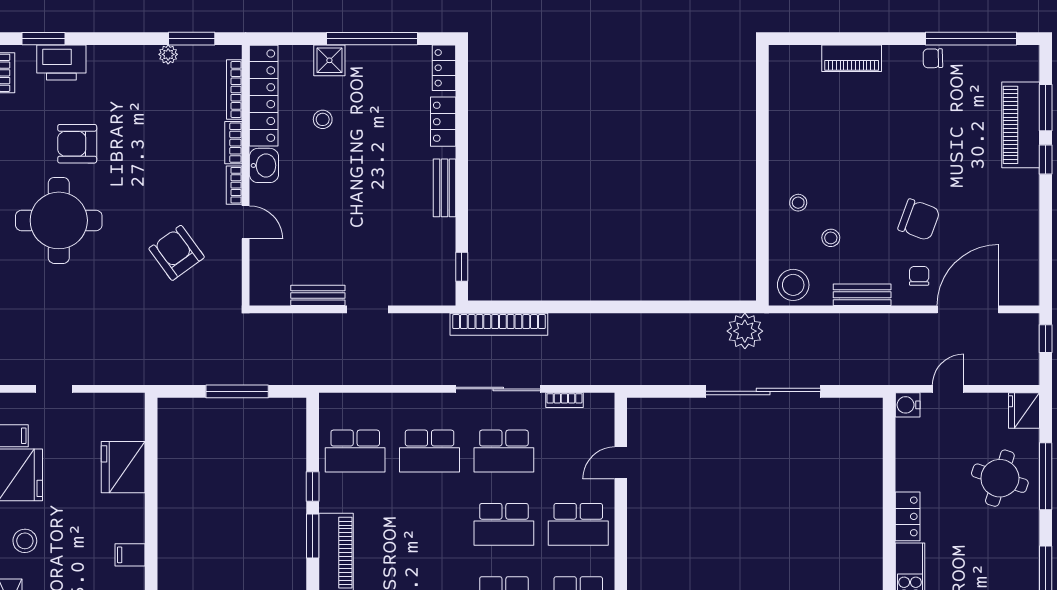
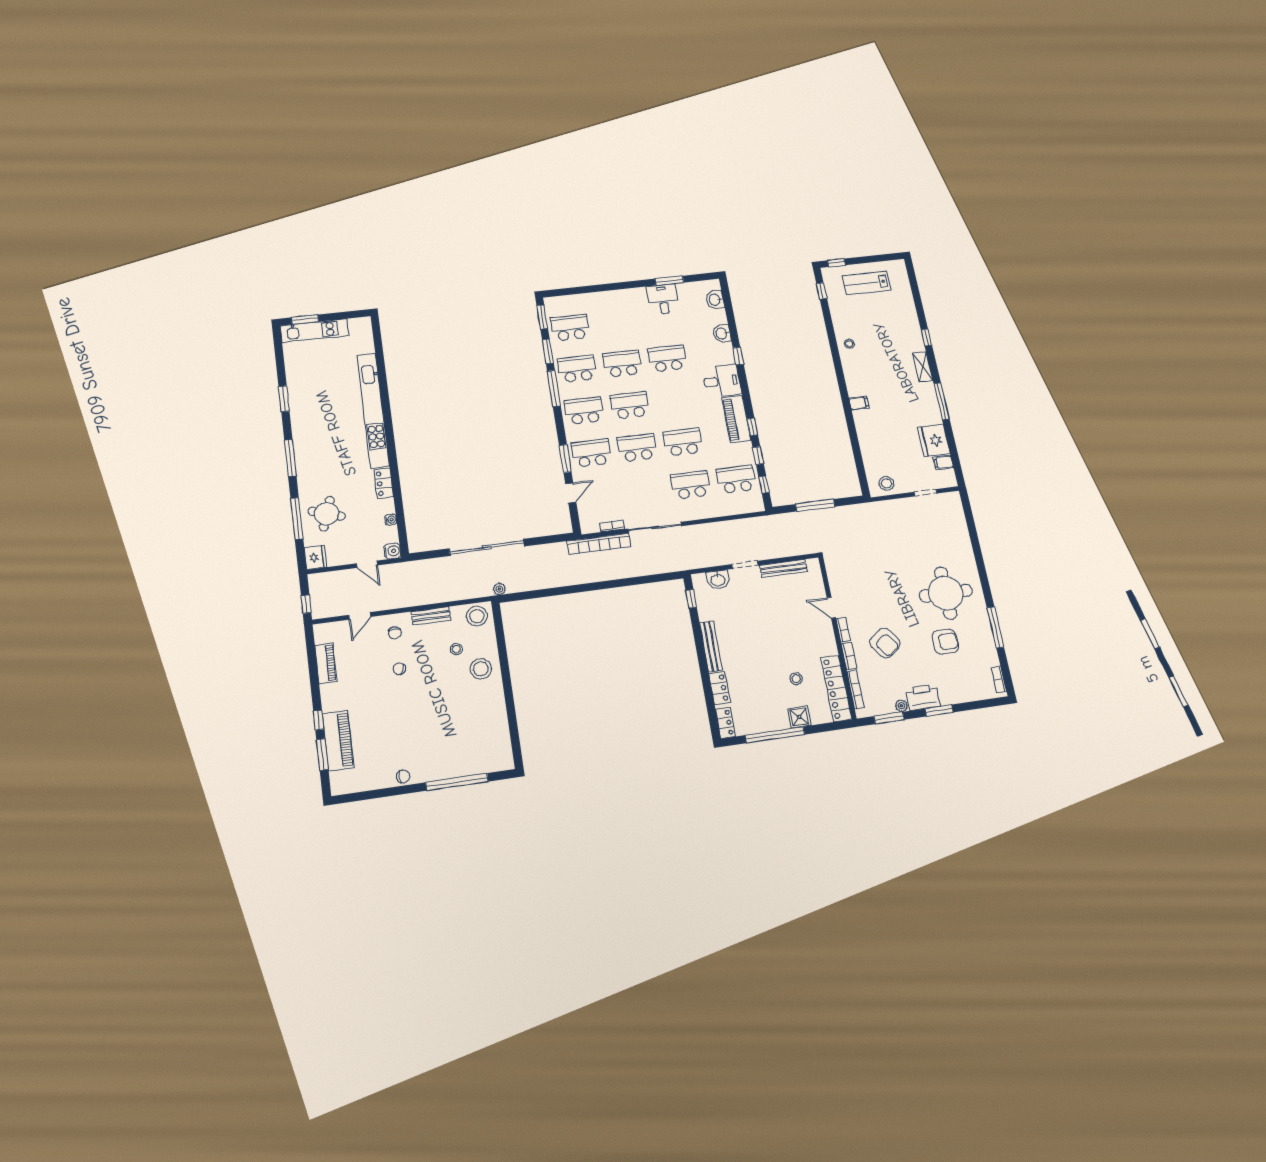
window: (43, 39) -> (939, 710), moved
window: (971, 39) -> (457, 782), moved
piano: (852, 58) -> (326, 663), moved, turned 90
printer: (61, 62) -> (923, 697), moved
washbasin: (264, 165) -> (718, 580), moved, turned -90
bench: (444, 188) -> (711, 646), width x1.36
stool: (798, 203) -> (481, 669), width x1.89, depth x1.89
chair: (919, 220) -> (399, 669), width x0.54, depth x0.54
armchair: (177, 253) -> (885, 643), moved
bench: (318, 295) -> (784, 568), width x1.36
door: (968, 309) -> (360, 616), width x0.53
bookcase: (499, 324) -> (599, 544), moved, turned 180
plant: (745, 331) -> (499, 589), width x0.53, depth x0.53
door: (948, 389) -> (367, 564), hinge flipped
window: (313, 437) -> (764, 485), added
school desk: (504, 451) -> (683, 442), moved
water cooler: (904, 456) -> (391, 520), added
fridge: (123, 467) -> (874, 453), removed
window: (621, 521) -> (565, 459), added
window: (313, 536) -> (752, 427), width x0.67
stool: (25, 541) -> (886, 483), moved

